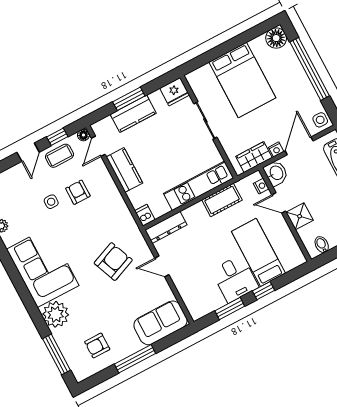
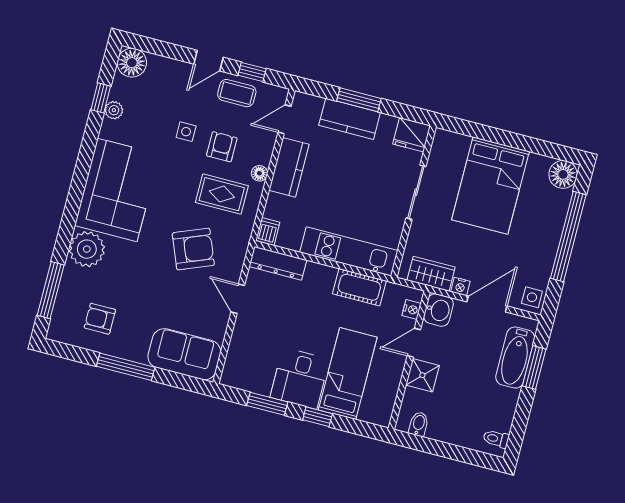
floor lamp: (83, 135) -> (259, 173), moved
door: (279, 203) -> (414, 343), hinge flipped
rug: (101, 218) -> (222, 194), added

